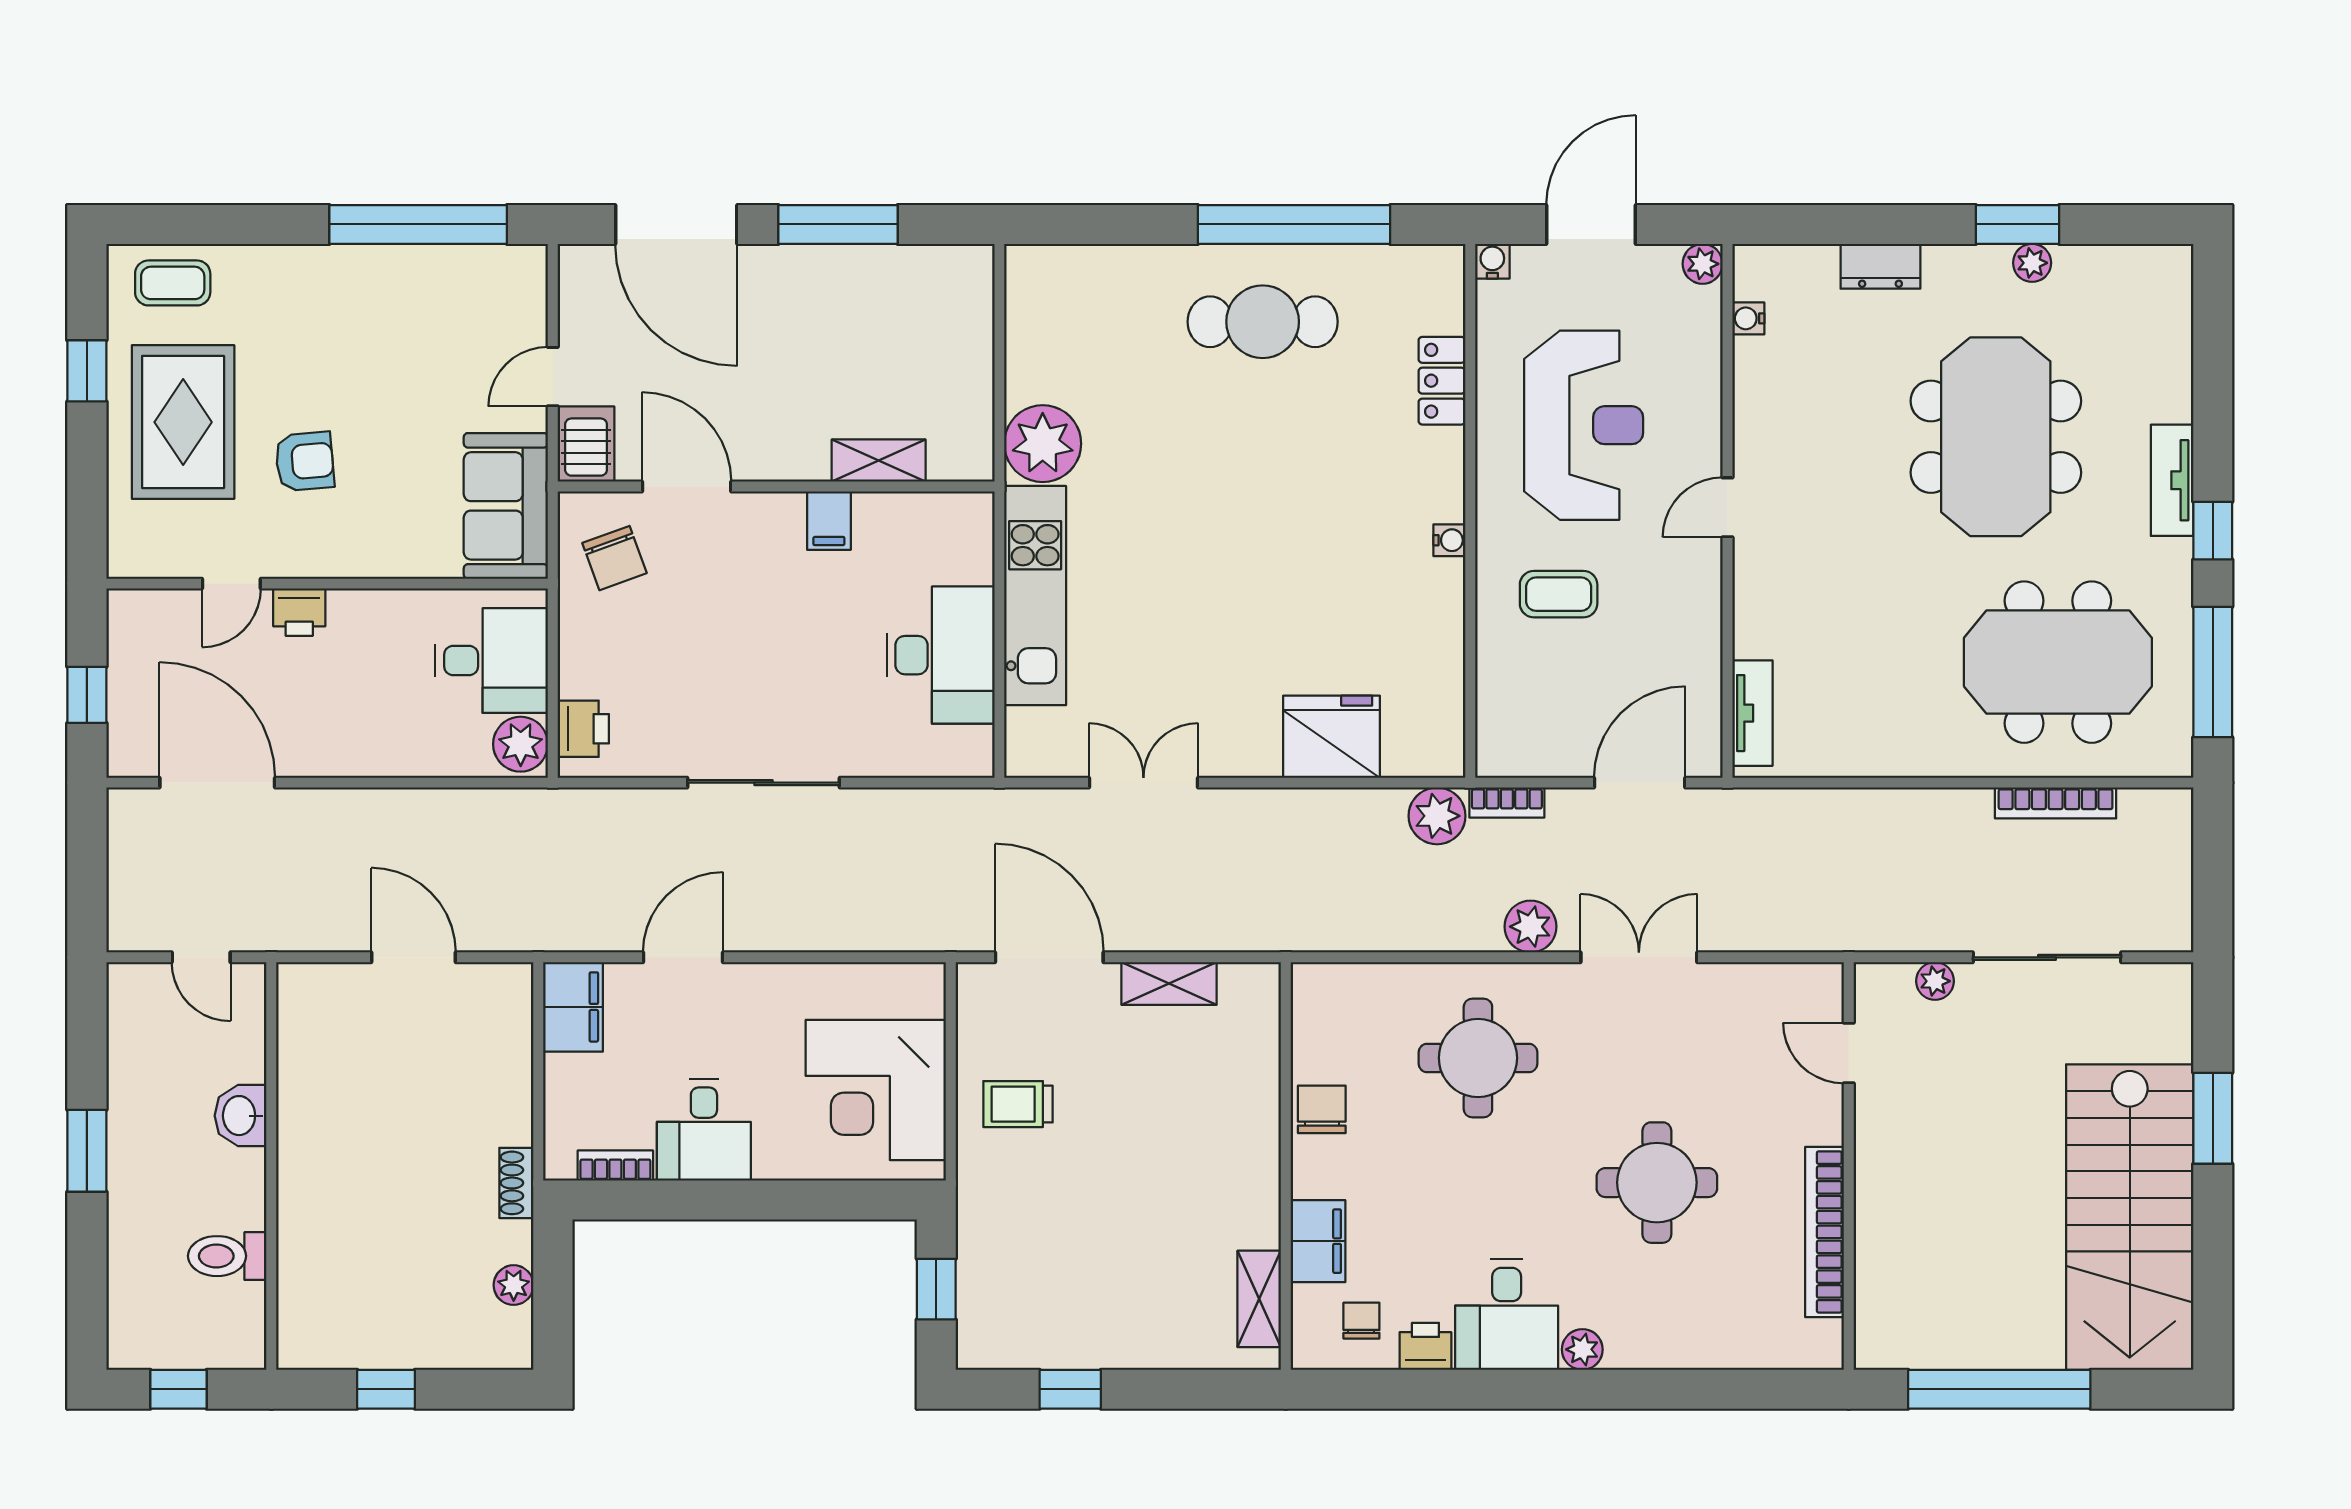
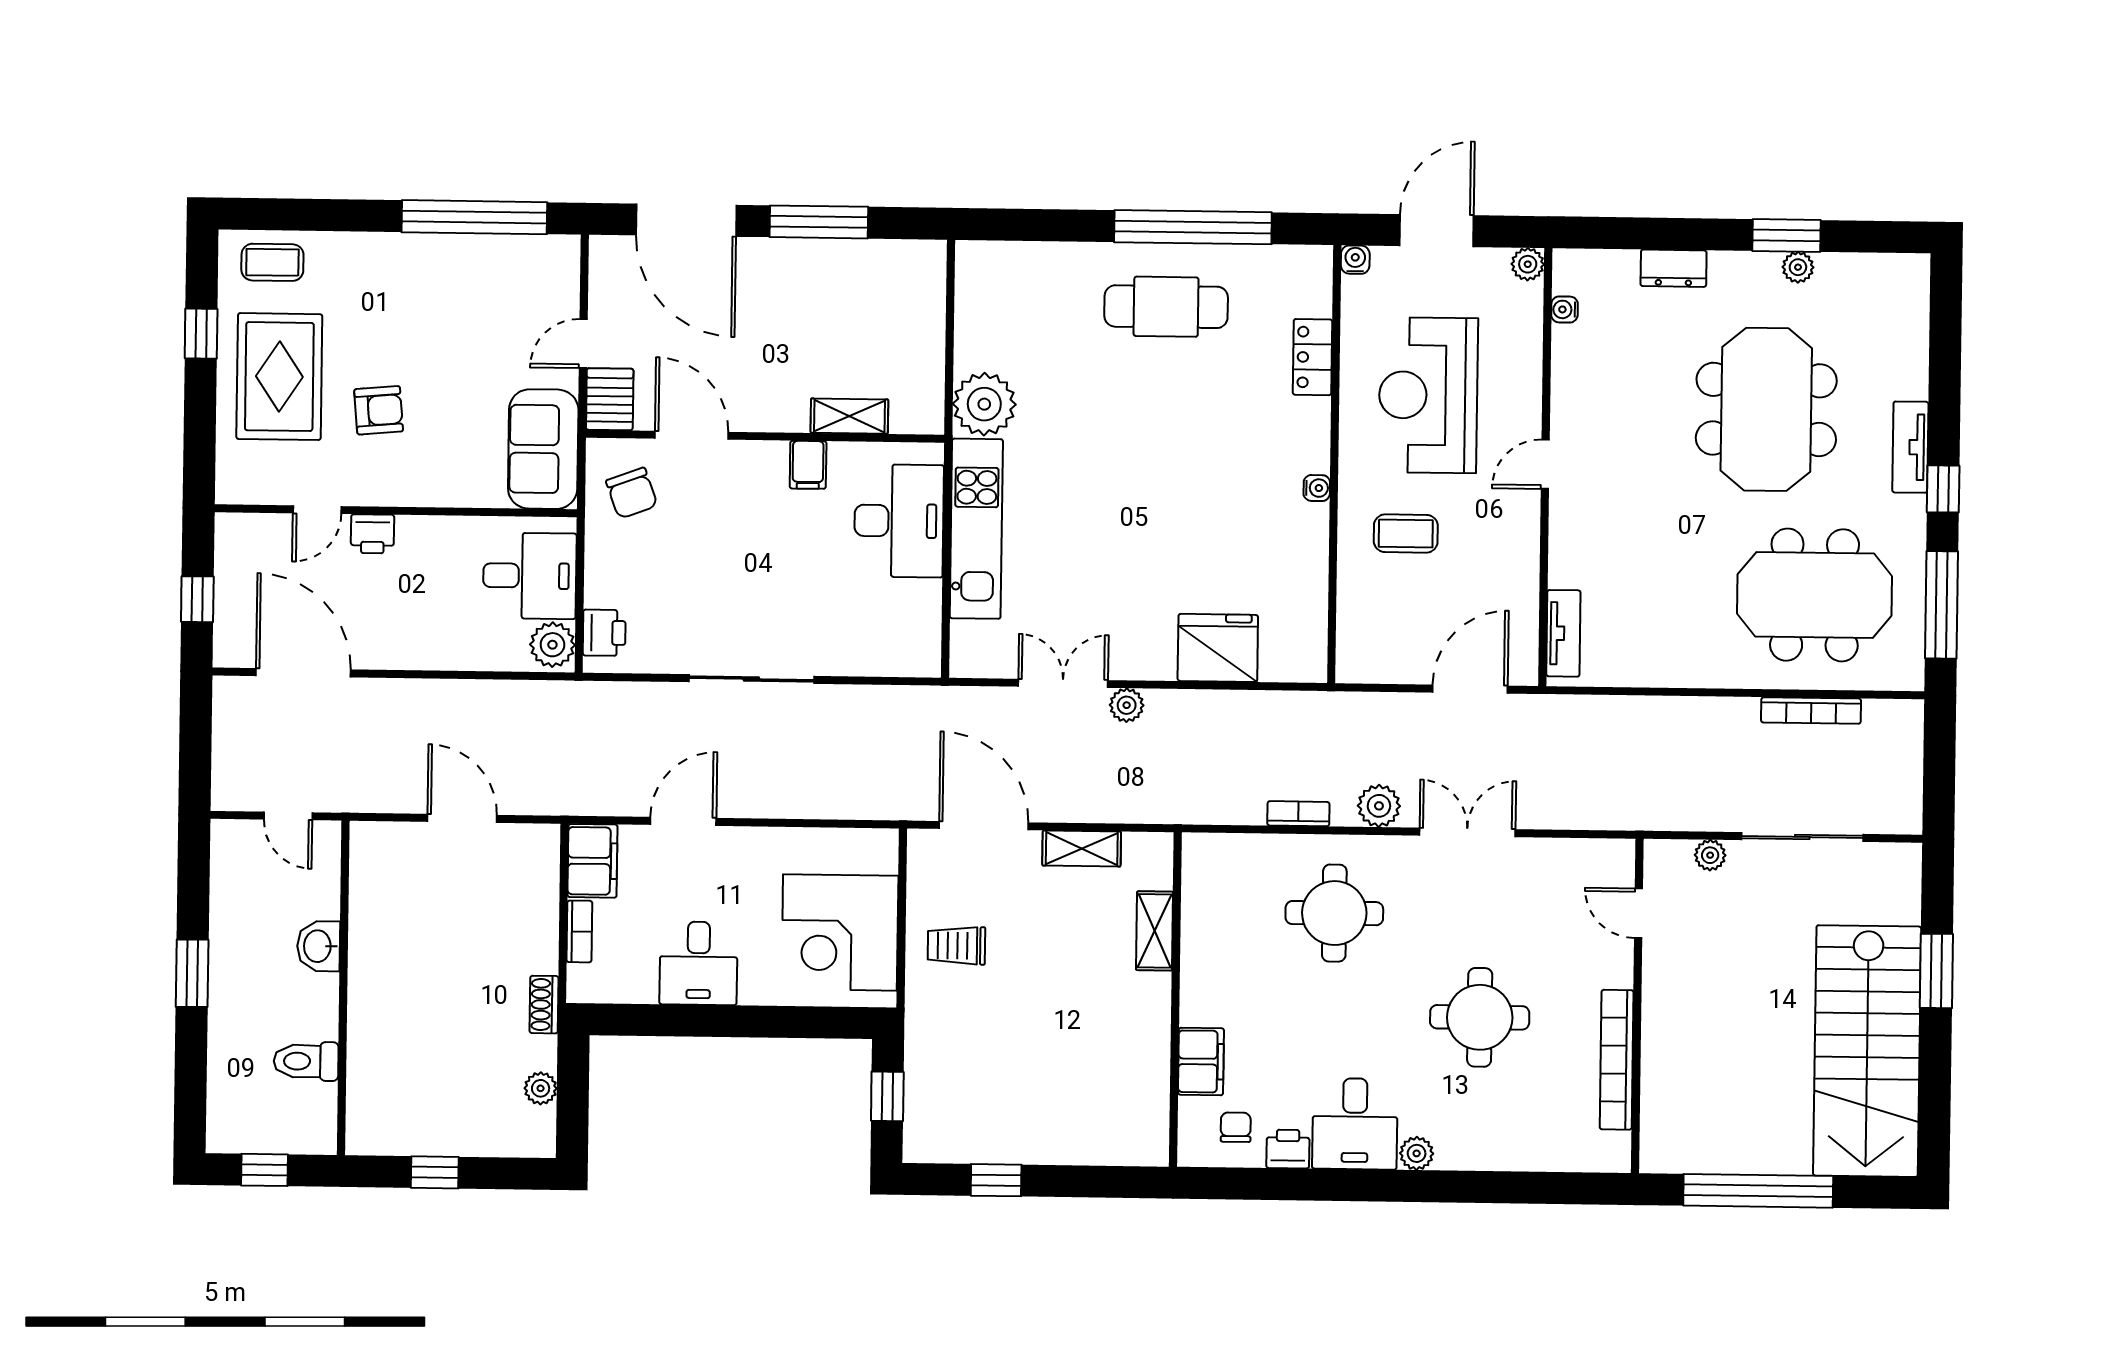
reception desk: (1584, 425) -> (1428, 395), turned 180
desk: (941, 655) -> (899, 521), moved
bookcase: (1507, 802) -> (1298, 814), moved, turned 180
plant: (1437, 816) -> (1127, 705), moved, width x0.73, depth x0.73
chair: (1322, 1109) -> (1206, 953), removed
bookcase: (615, 1166) -> (579, 931), moved, turned 90
shelving: (1259, 1299) -> (1155, 931), moved

